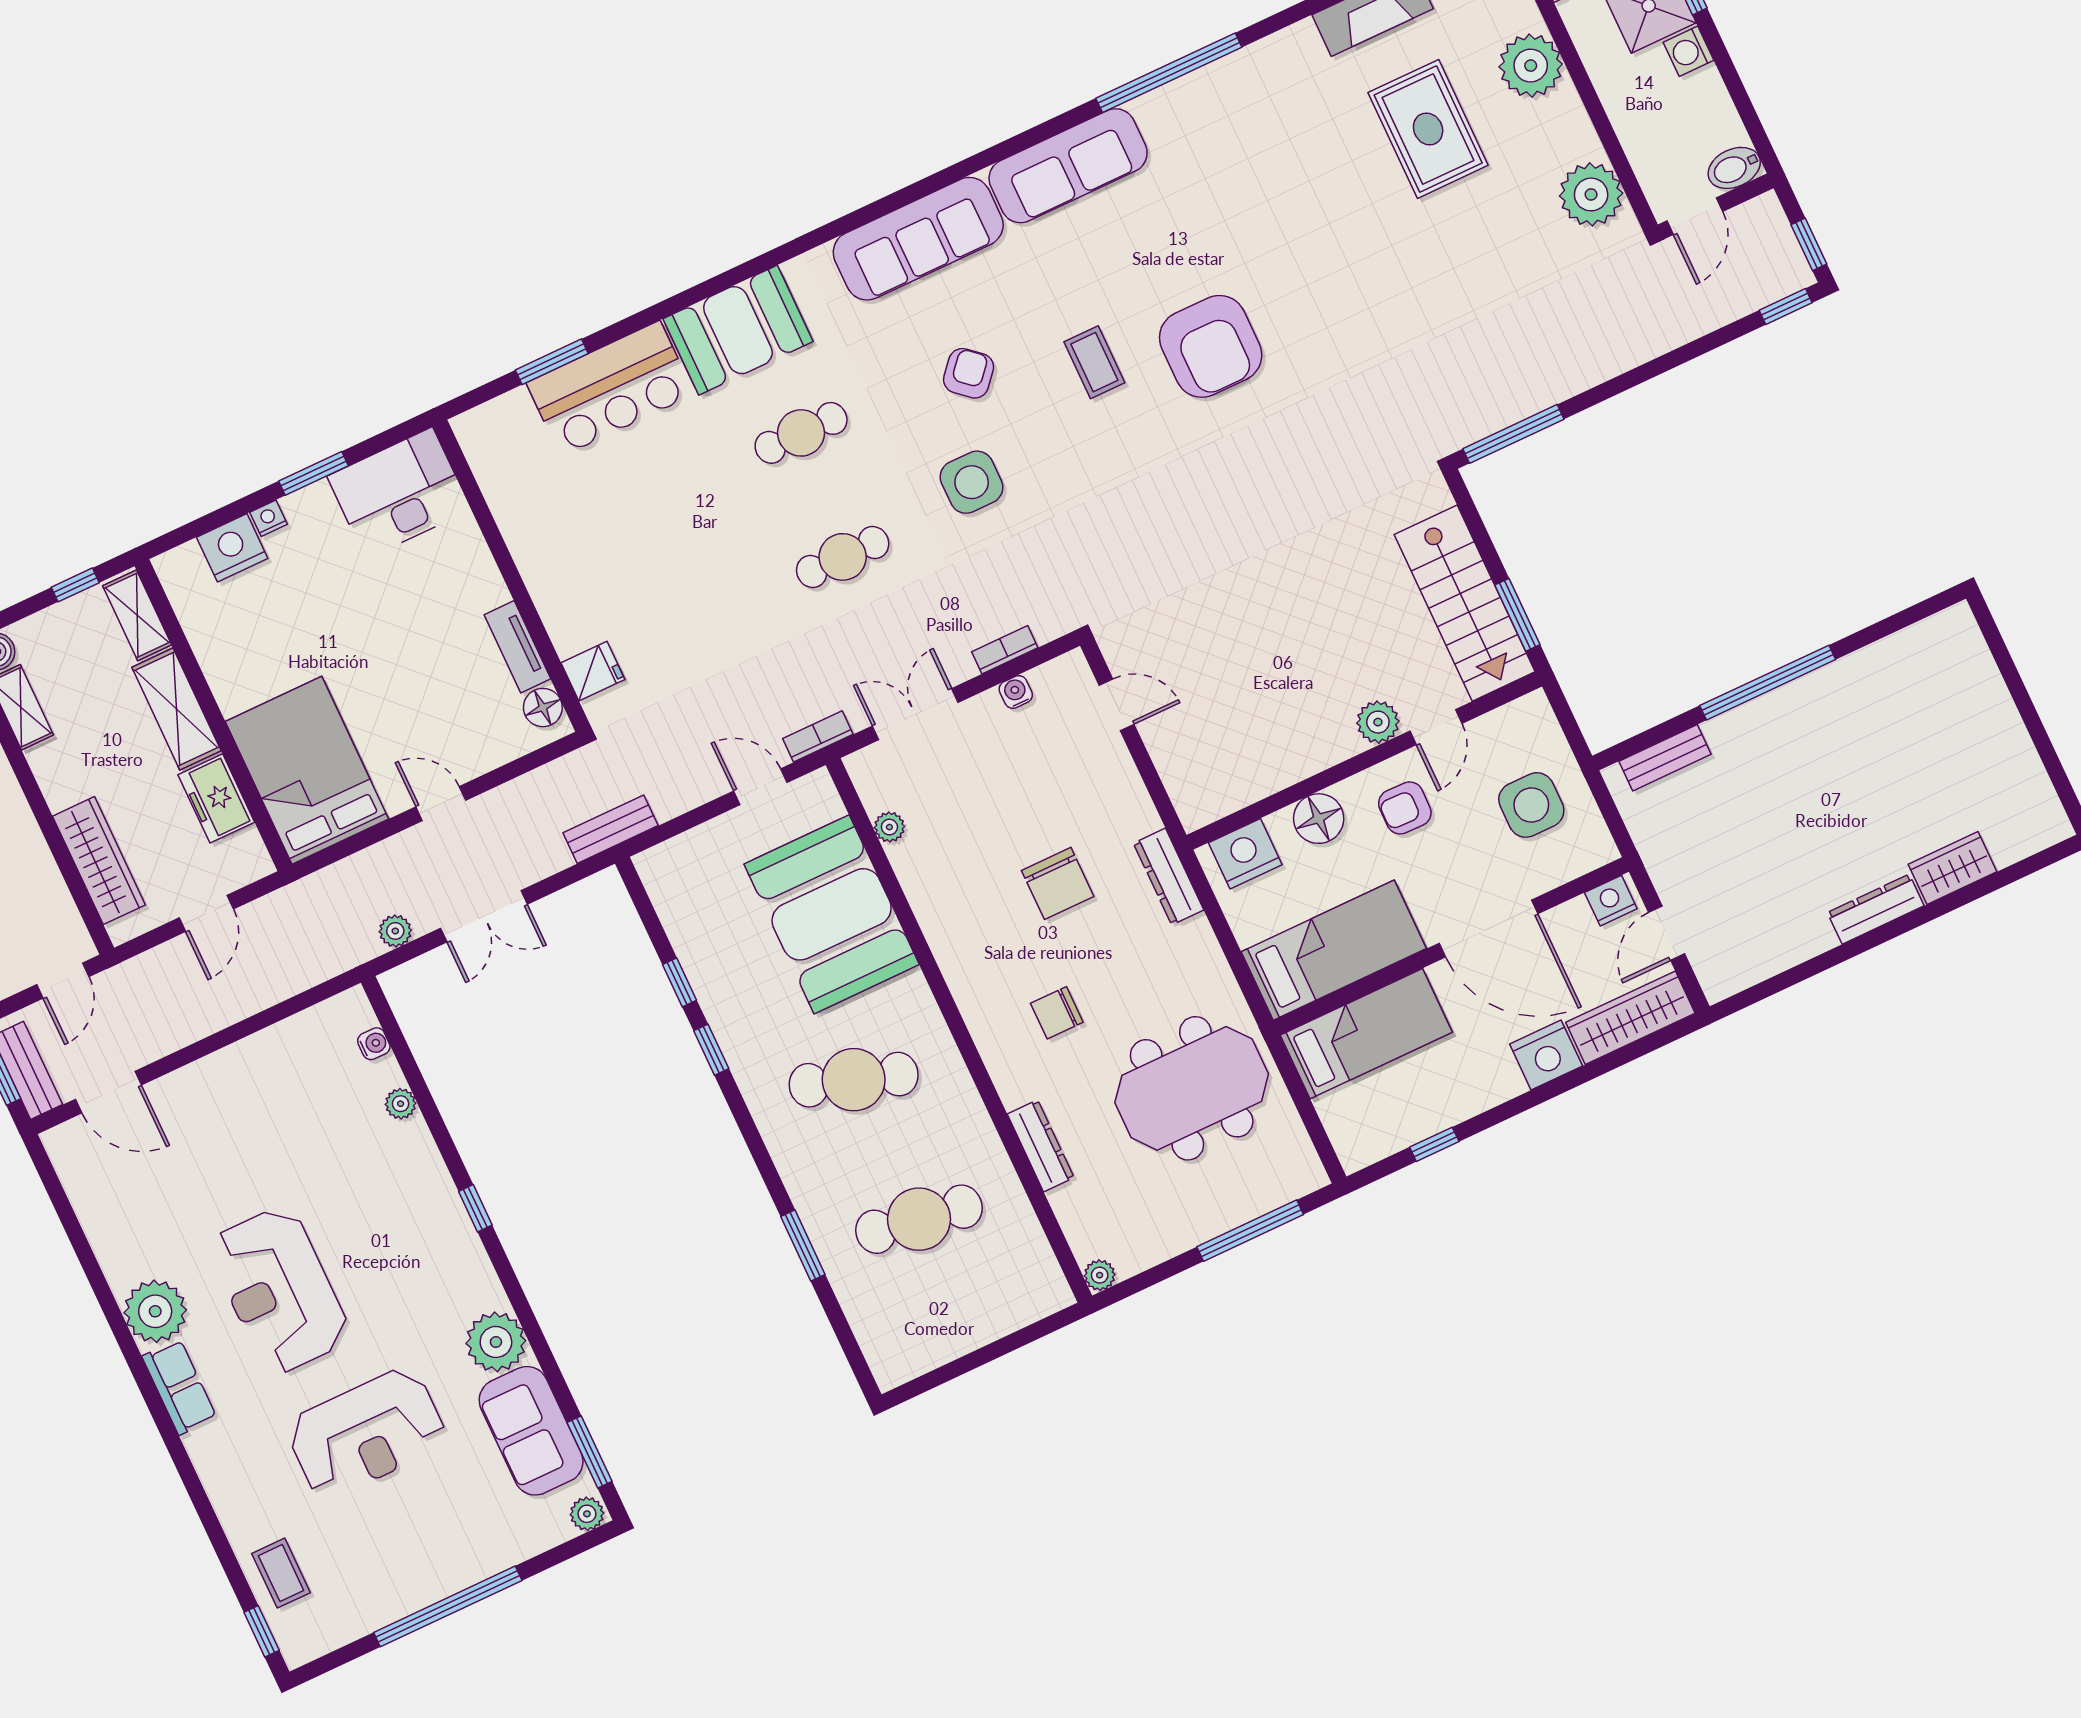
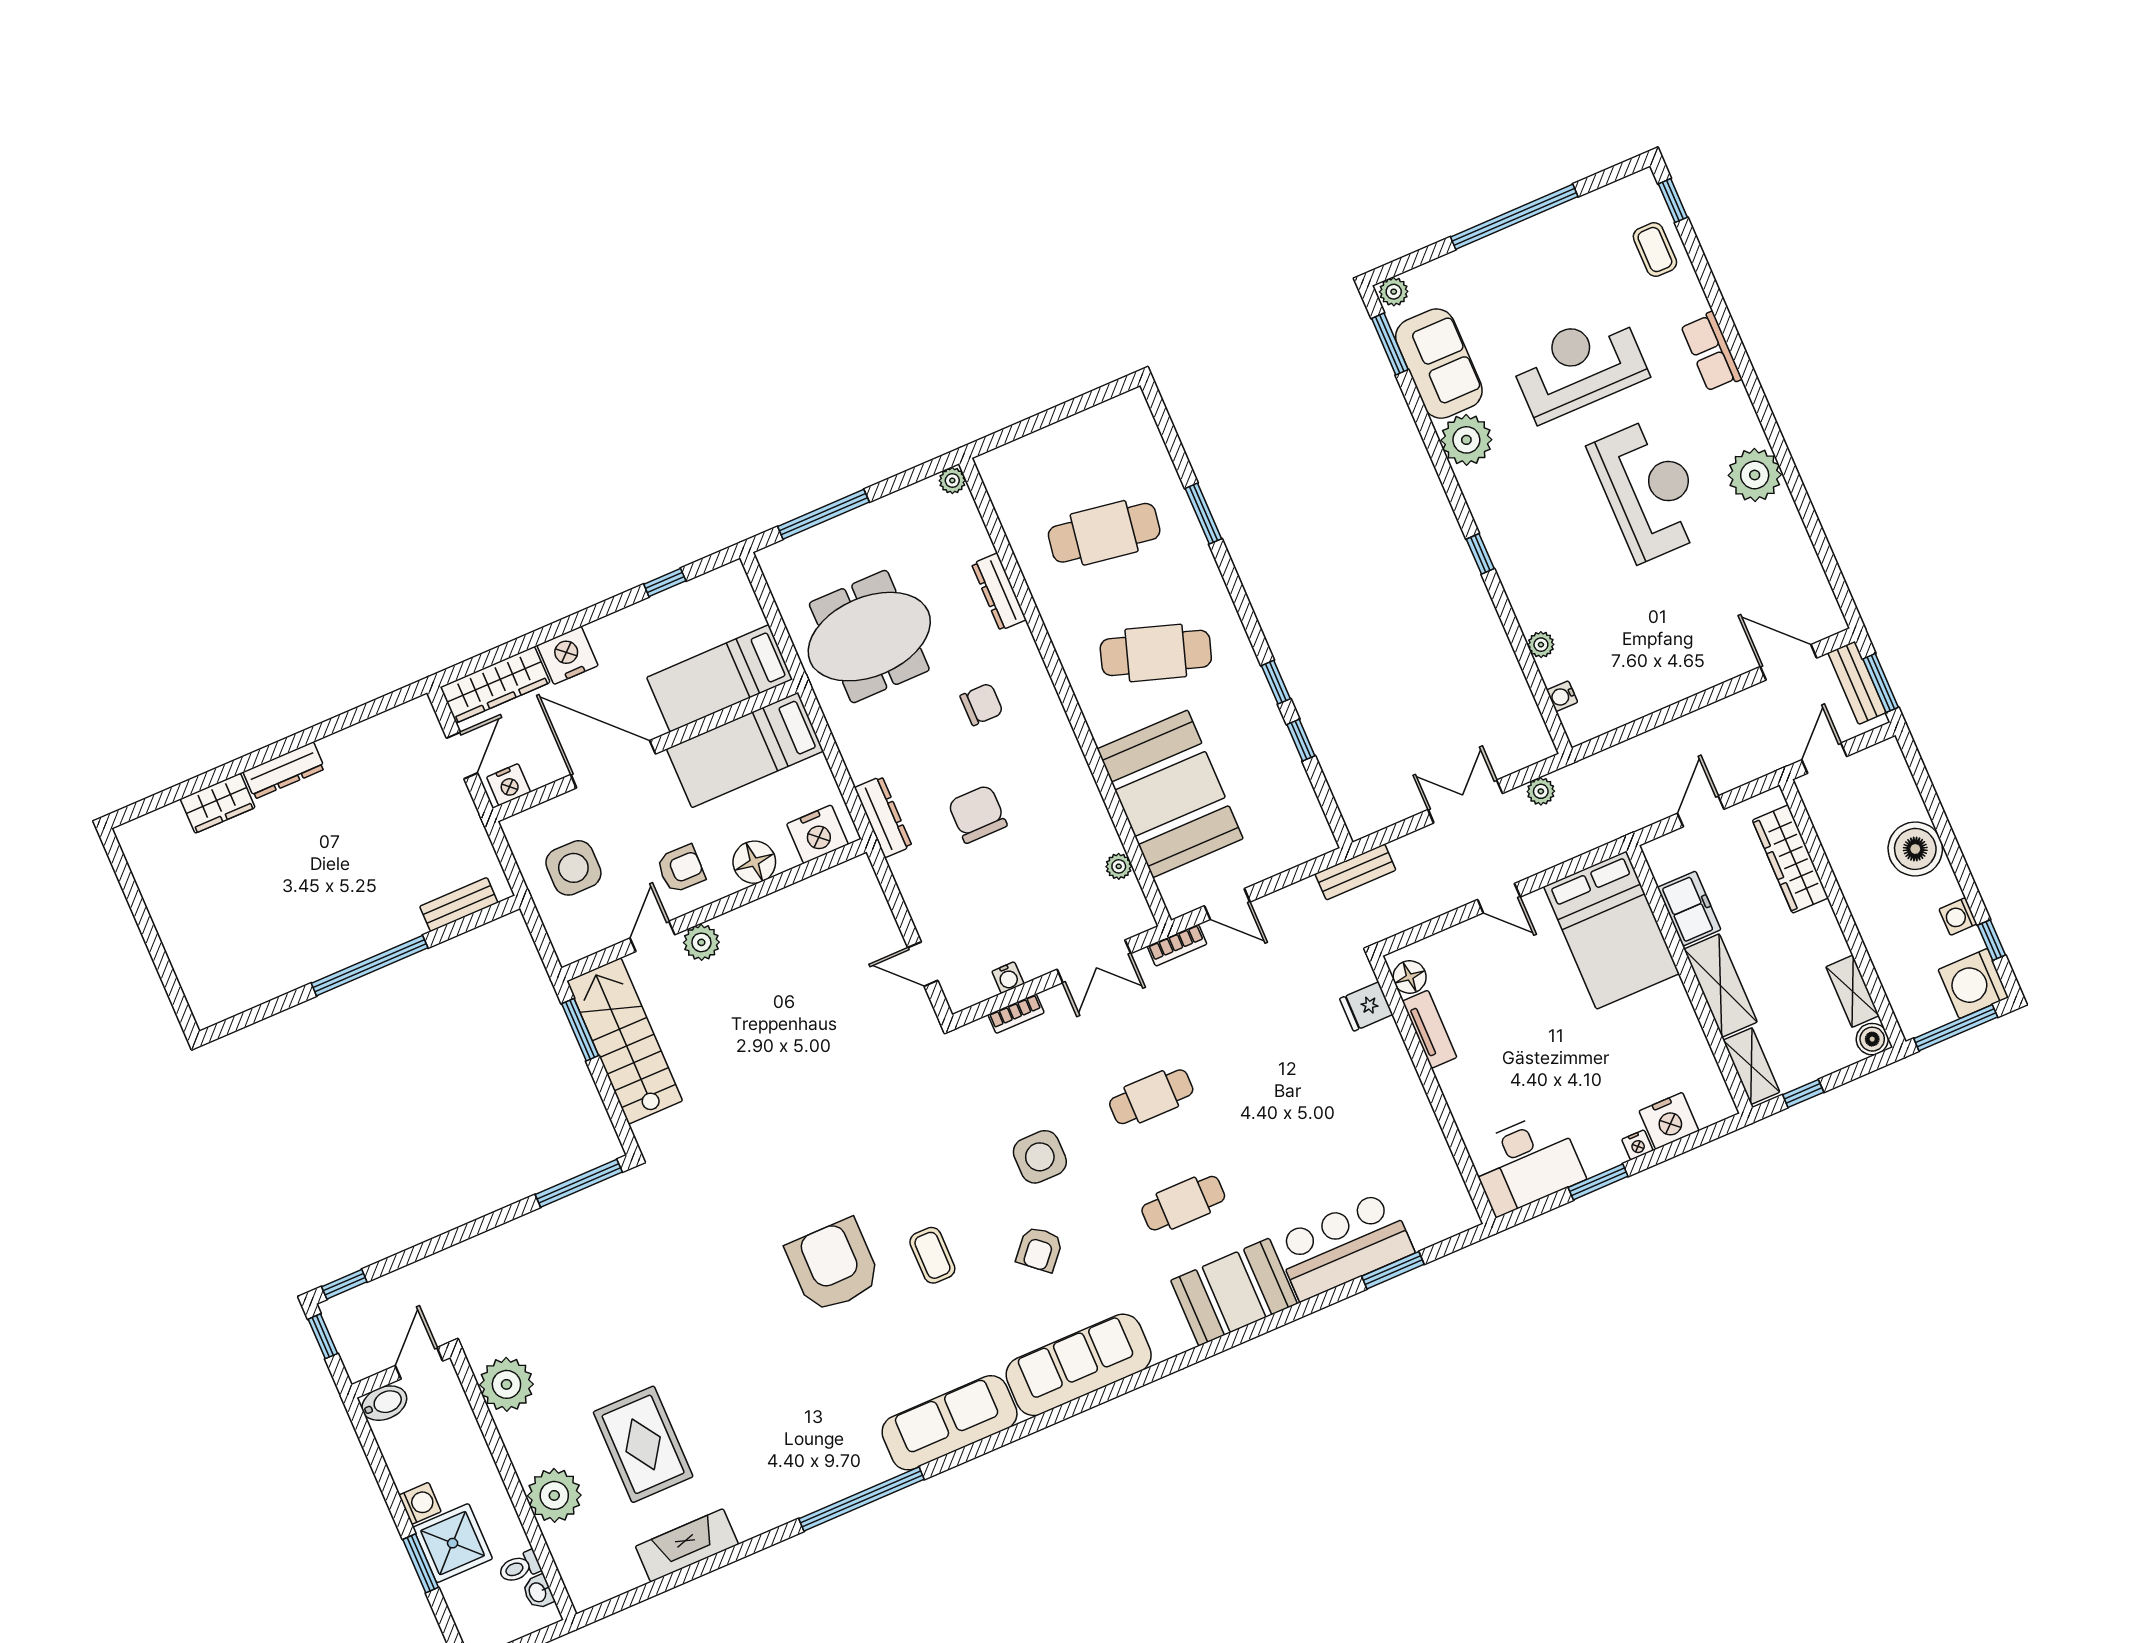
row of seats: (179, 1387) -> (1711, 352), moved

